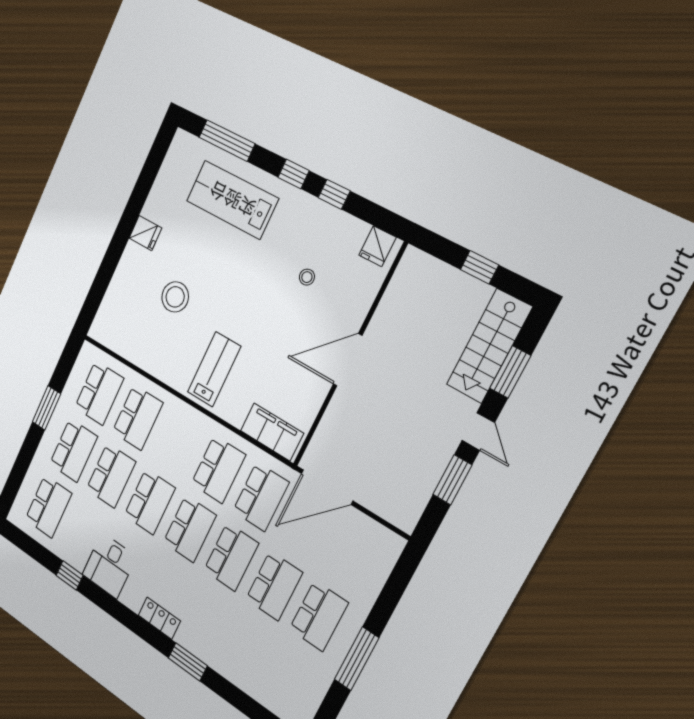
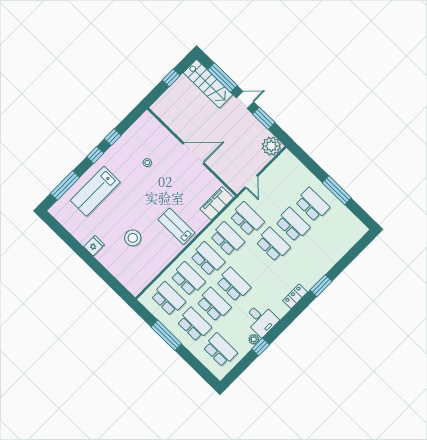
fridge: (377, 246) -> (145, 123), removed
door: (348, 360) -> (193, 153), swing flipped
window: (510, 372) -> (222, 78), width x1.44
window: (46, 408) -> (166, 335), width x1.44
door: (327, 487) -> (251, 182), width x0.53
plant: (403, 509) -> (271, 146), added
school desk: (190, 529) -> (208, 259), moved
plant: (78, 561) -> (254, 339), added

